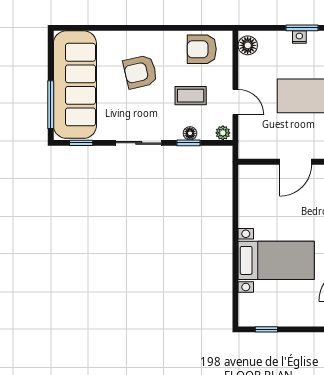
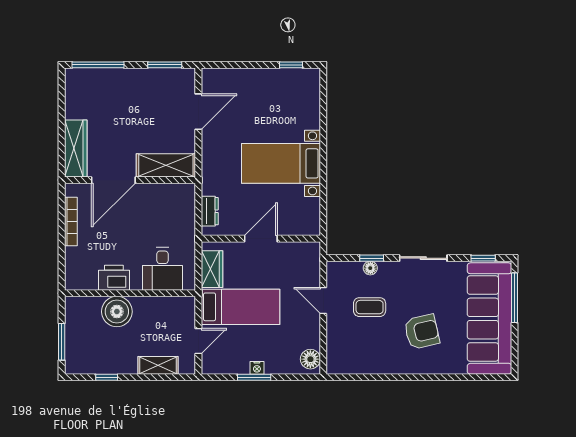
armchair: (202, 49) -> (358, 355), removed
plant: (223, 133) -> (336, 269), removed
bed with nightstands: (276, 260) -> (281, 163), moved

